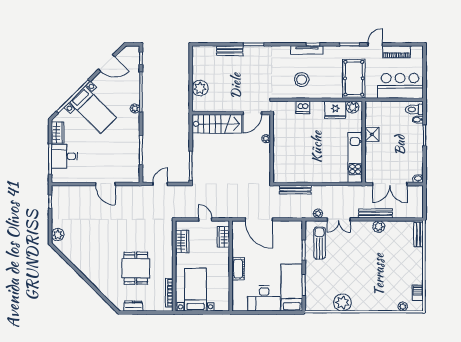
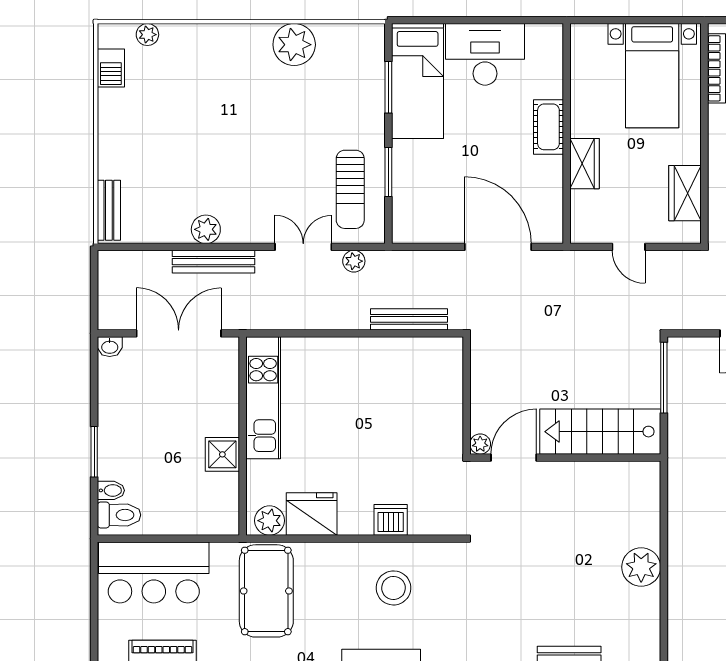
wall: (231, 113) -> (565, 458), moved
door: (252, 113) -> (514, 458), moved
stairs: (217, 124) -> (600, 432), moved
wardrobe: (223, 237) -> (585, 164), moved

